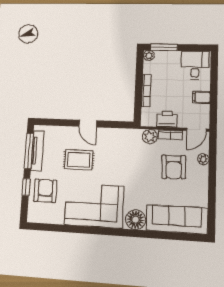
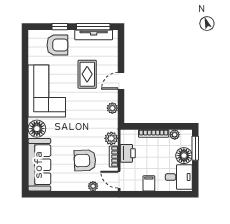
plant: (149, 56) -> (175, 135), moved
floor lamp: (172, 59) -> (184, 156), added
plant: (117, 134) -> (112, 108), added

